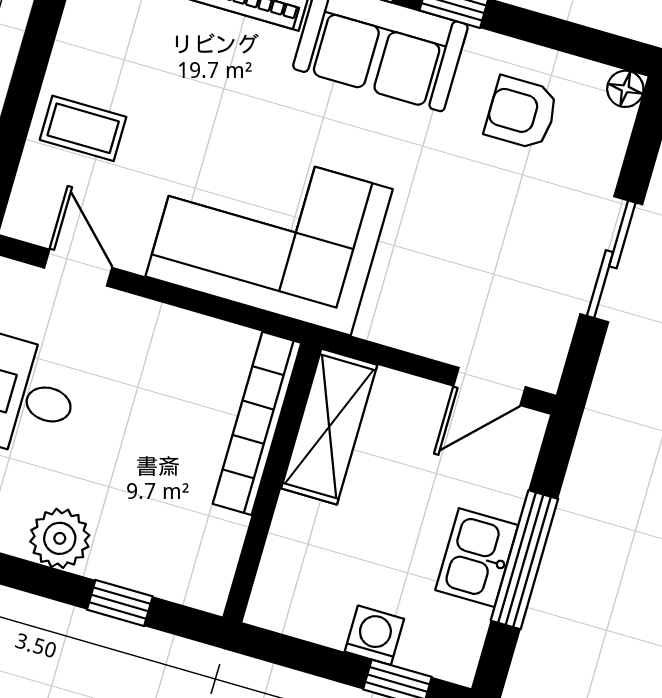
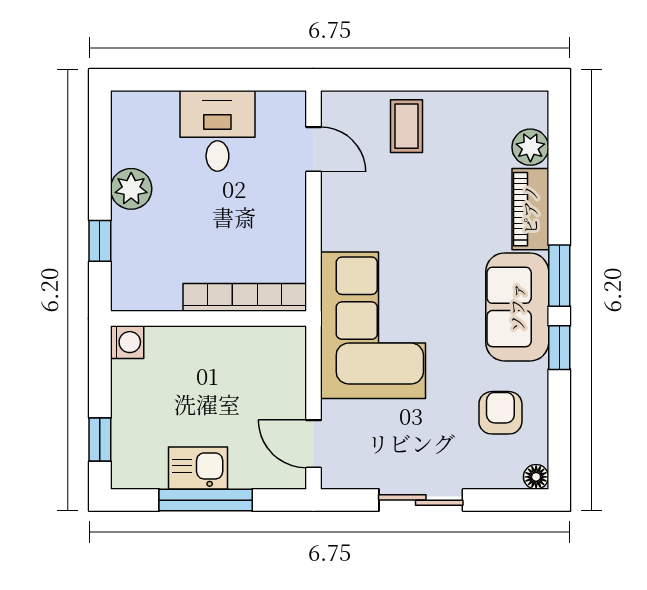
corner sofa: (269, 233) -> (373, 325), moved
door: (78, 268) -> (314, 149), hinge flipped
shelving: (329, 427) -> (256, 346), removed
washing machine: (374, 635) -> (127, 342), moved

